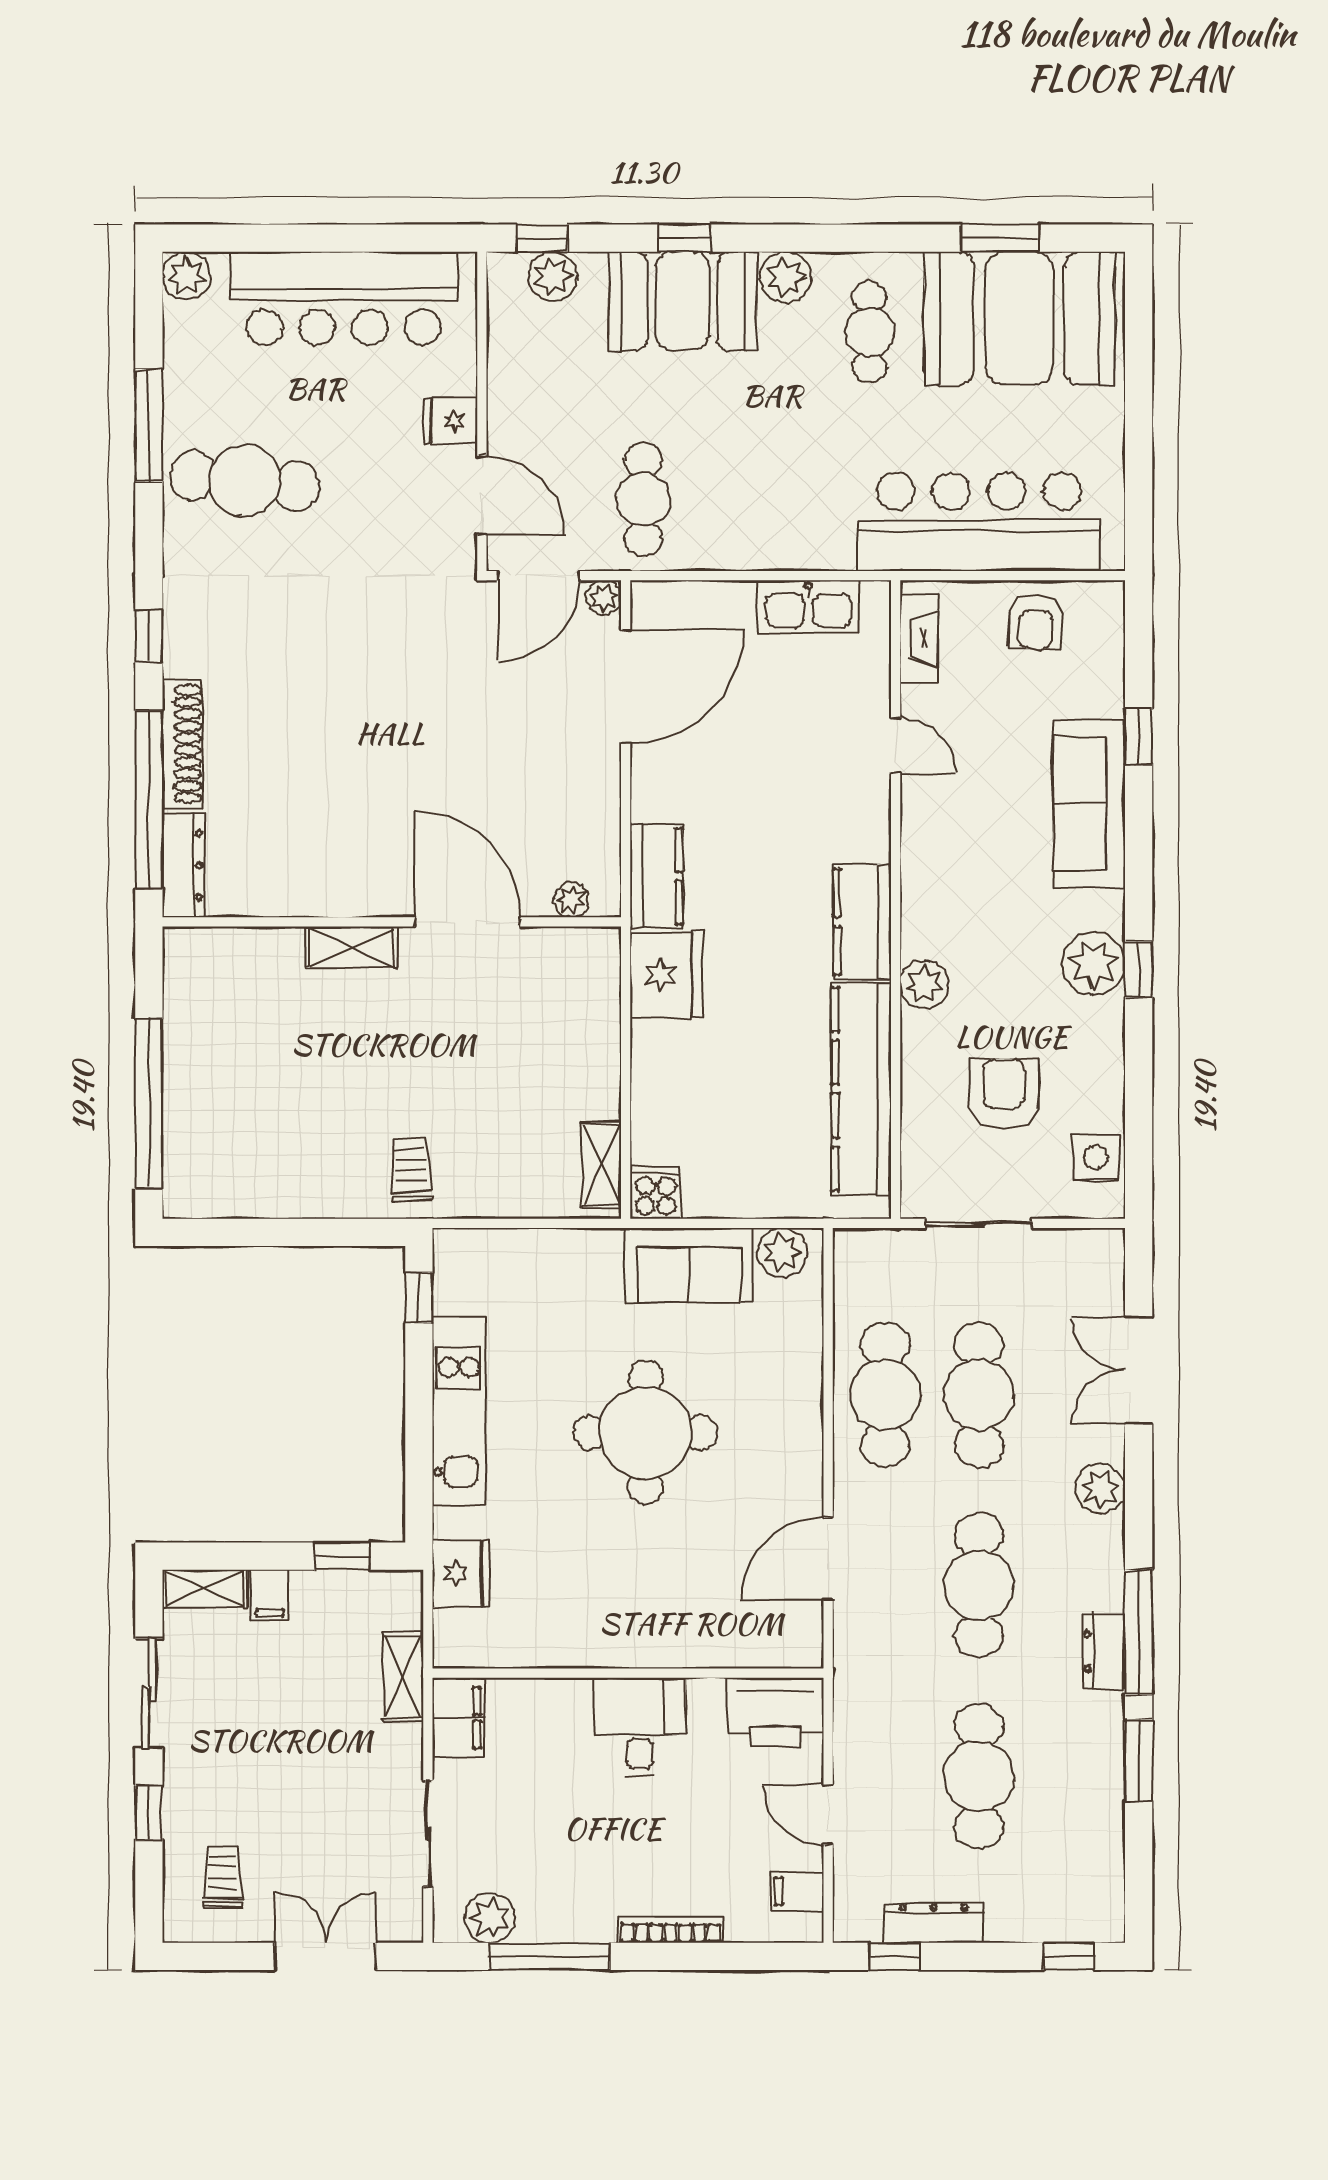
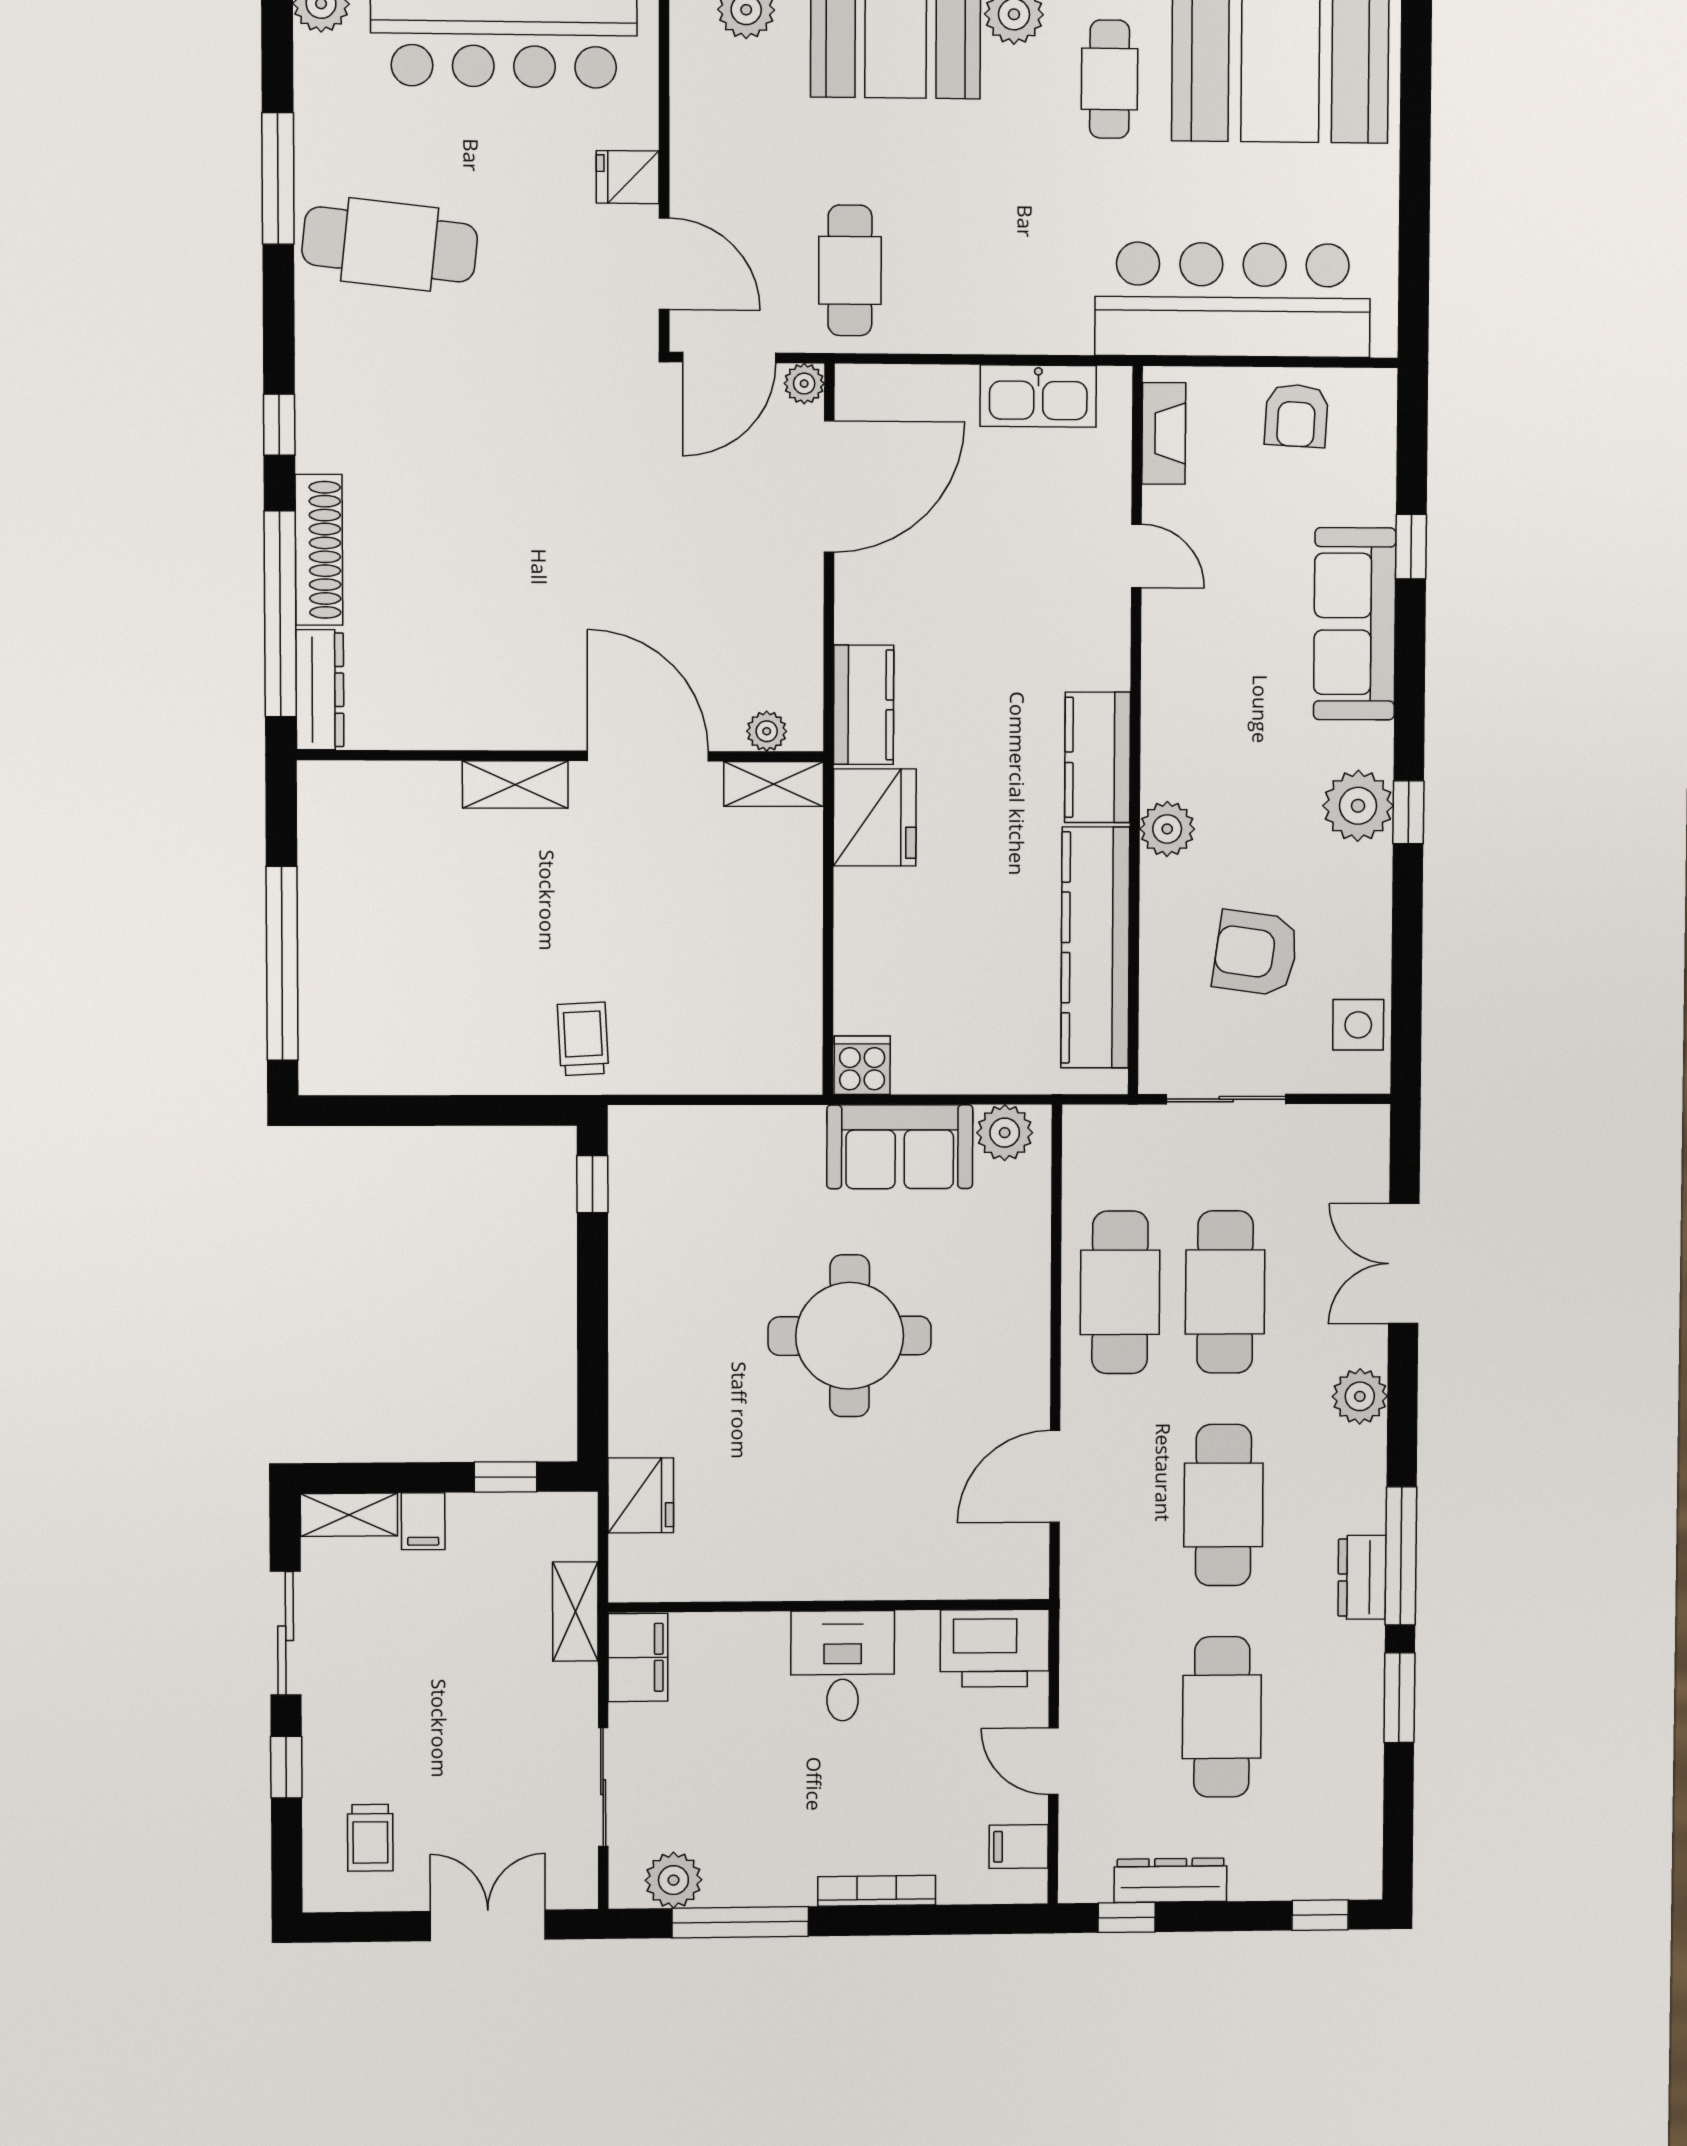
armchair: (1004, 1094) -> (1256, 953), turned -82
shelving: (602, 1165) -> (774, 784), moved, turned 90
kitchen unit: (459, 1411) -> (638, 1313), removed
trolley: (222, 1877) -> (370, 1838), turned 180

